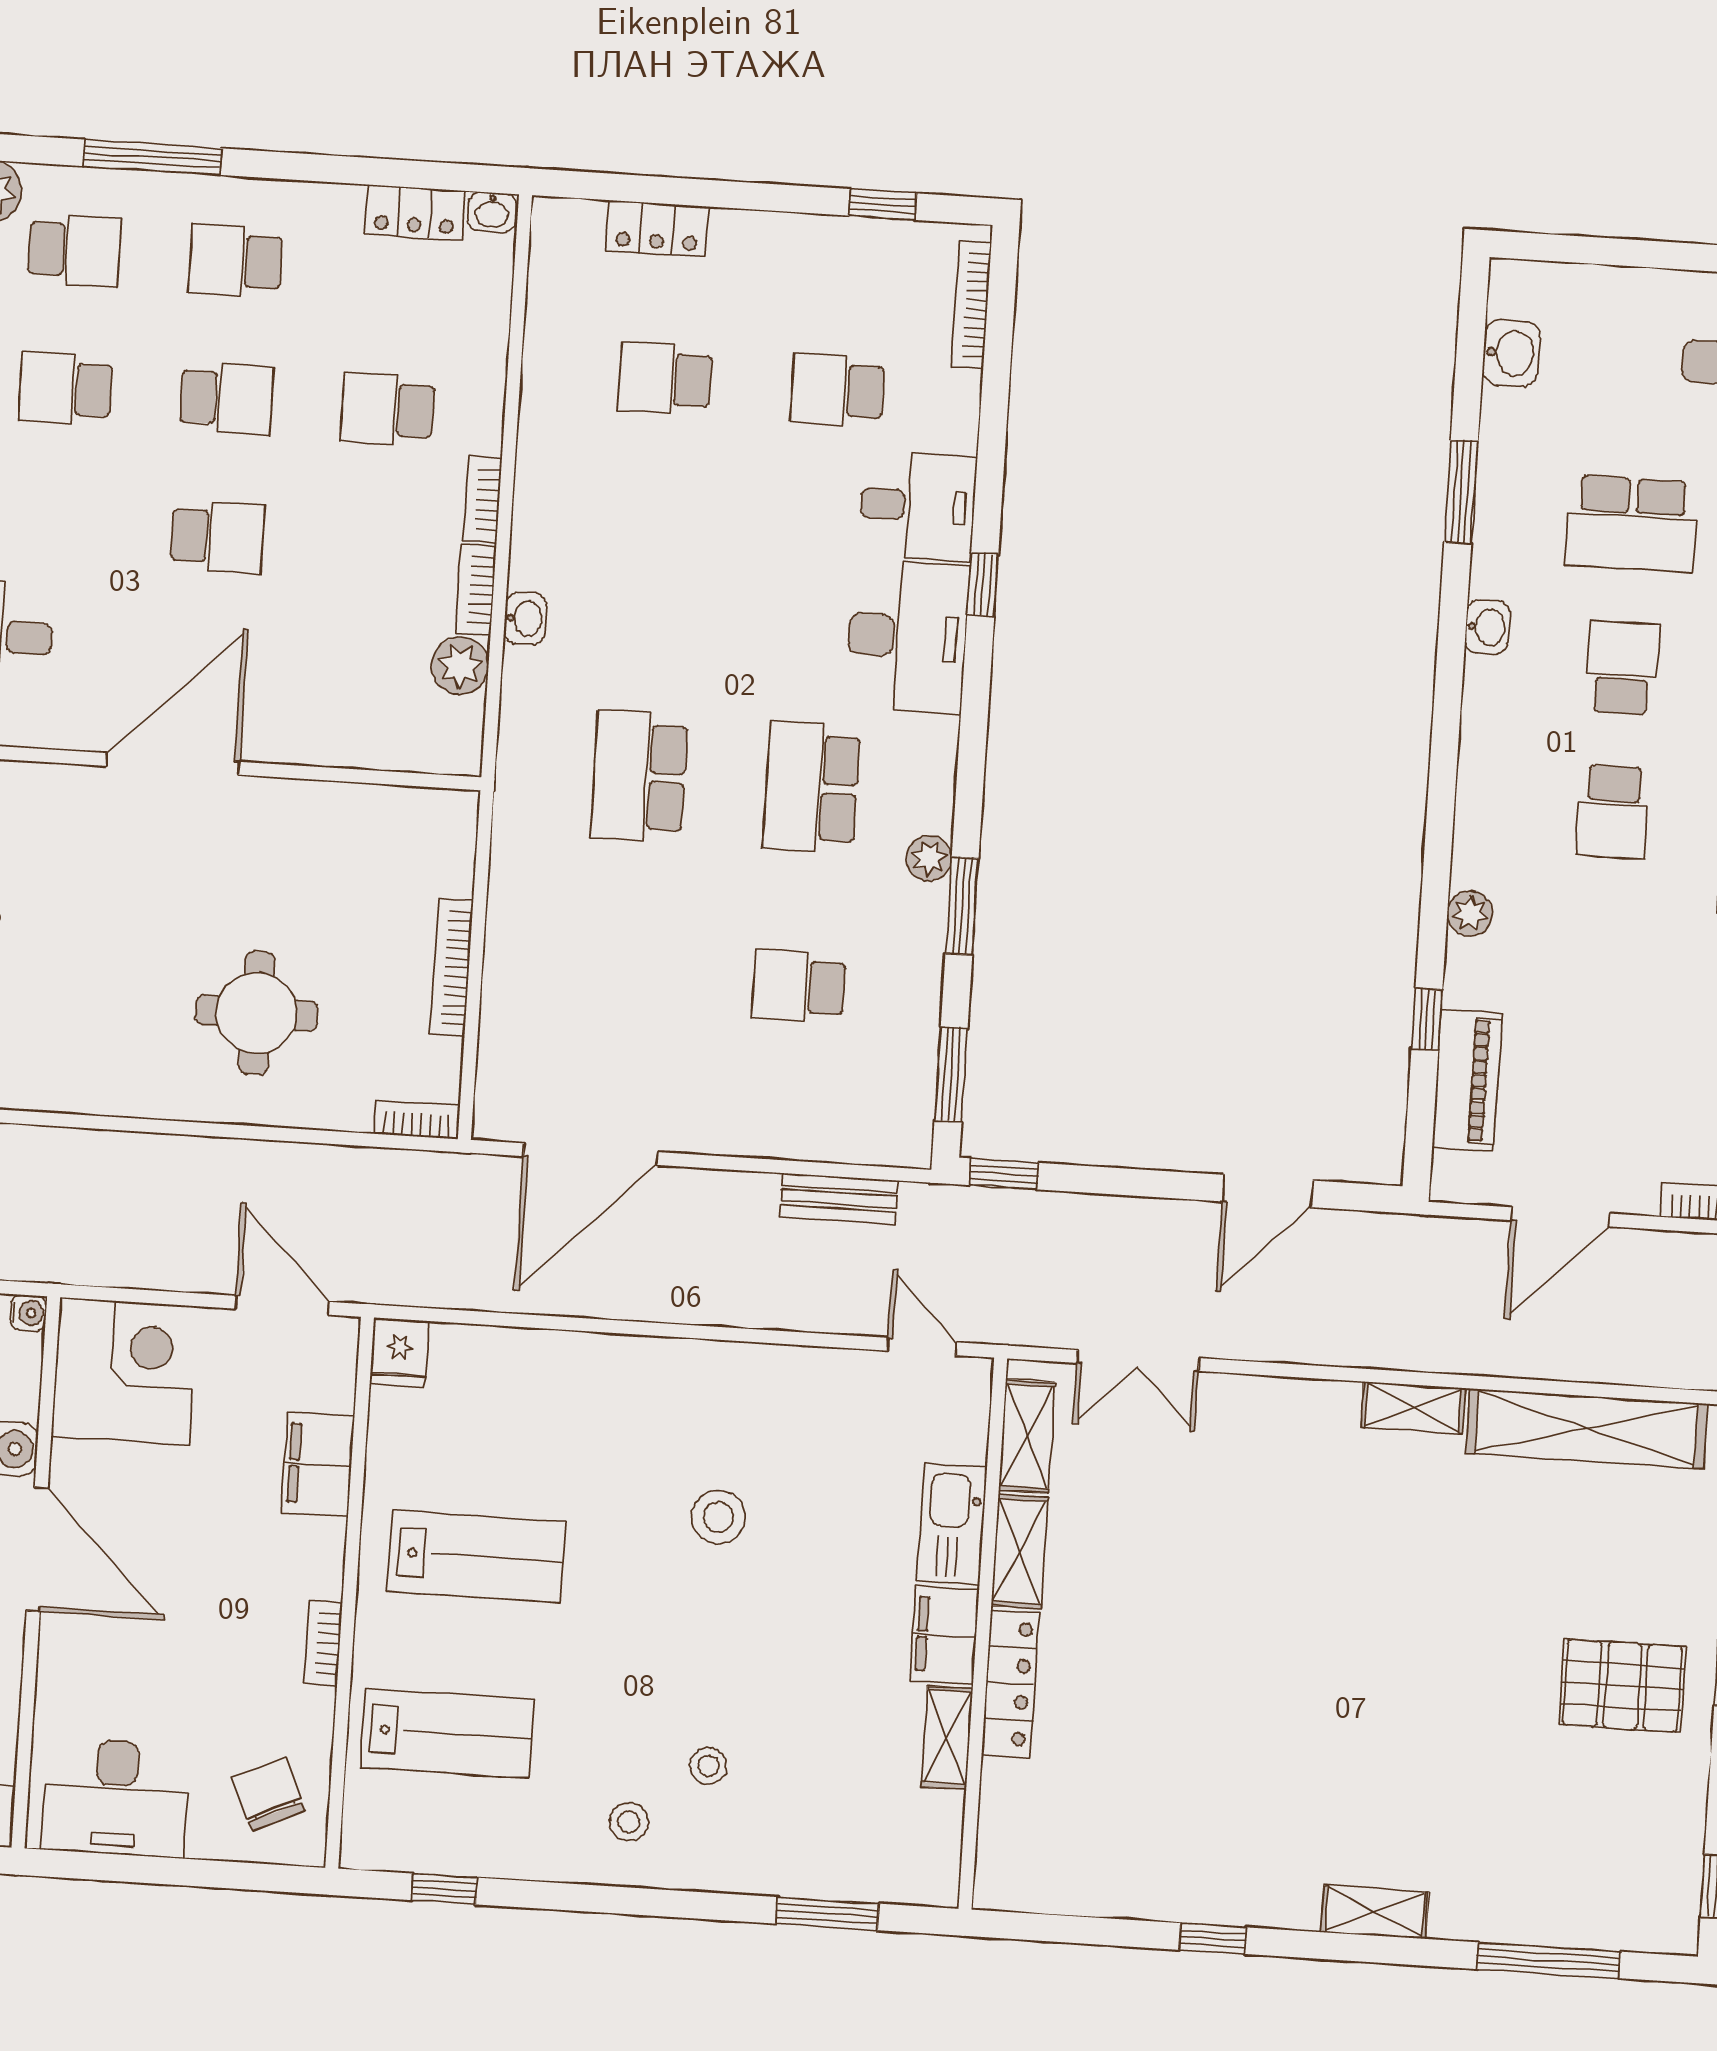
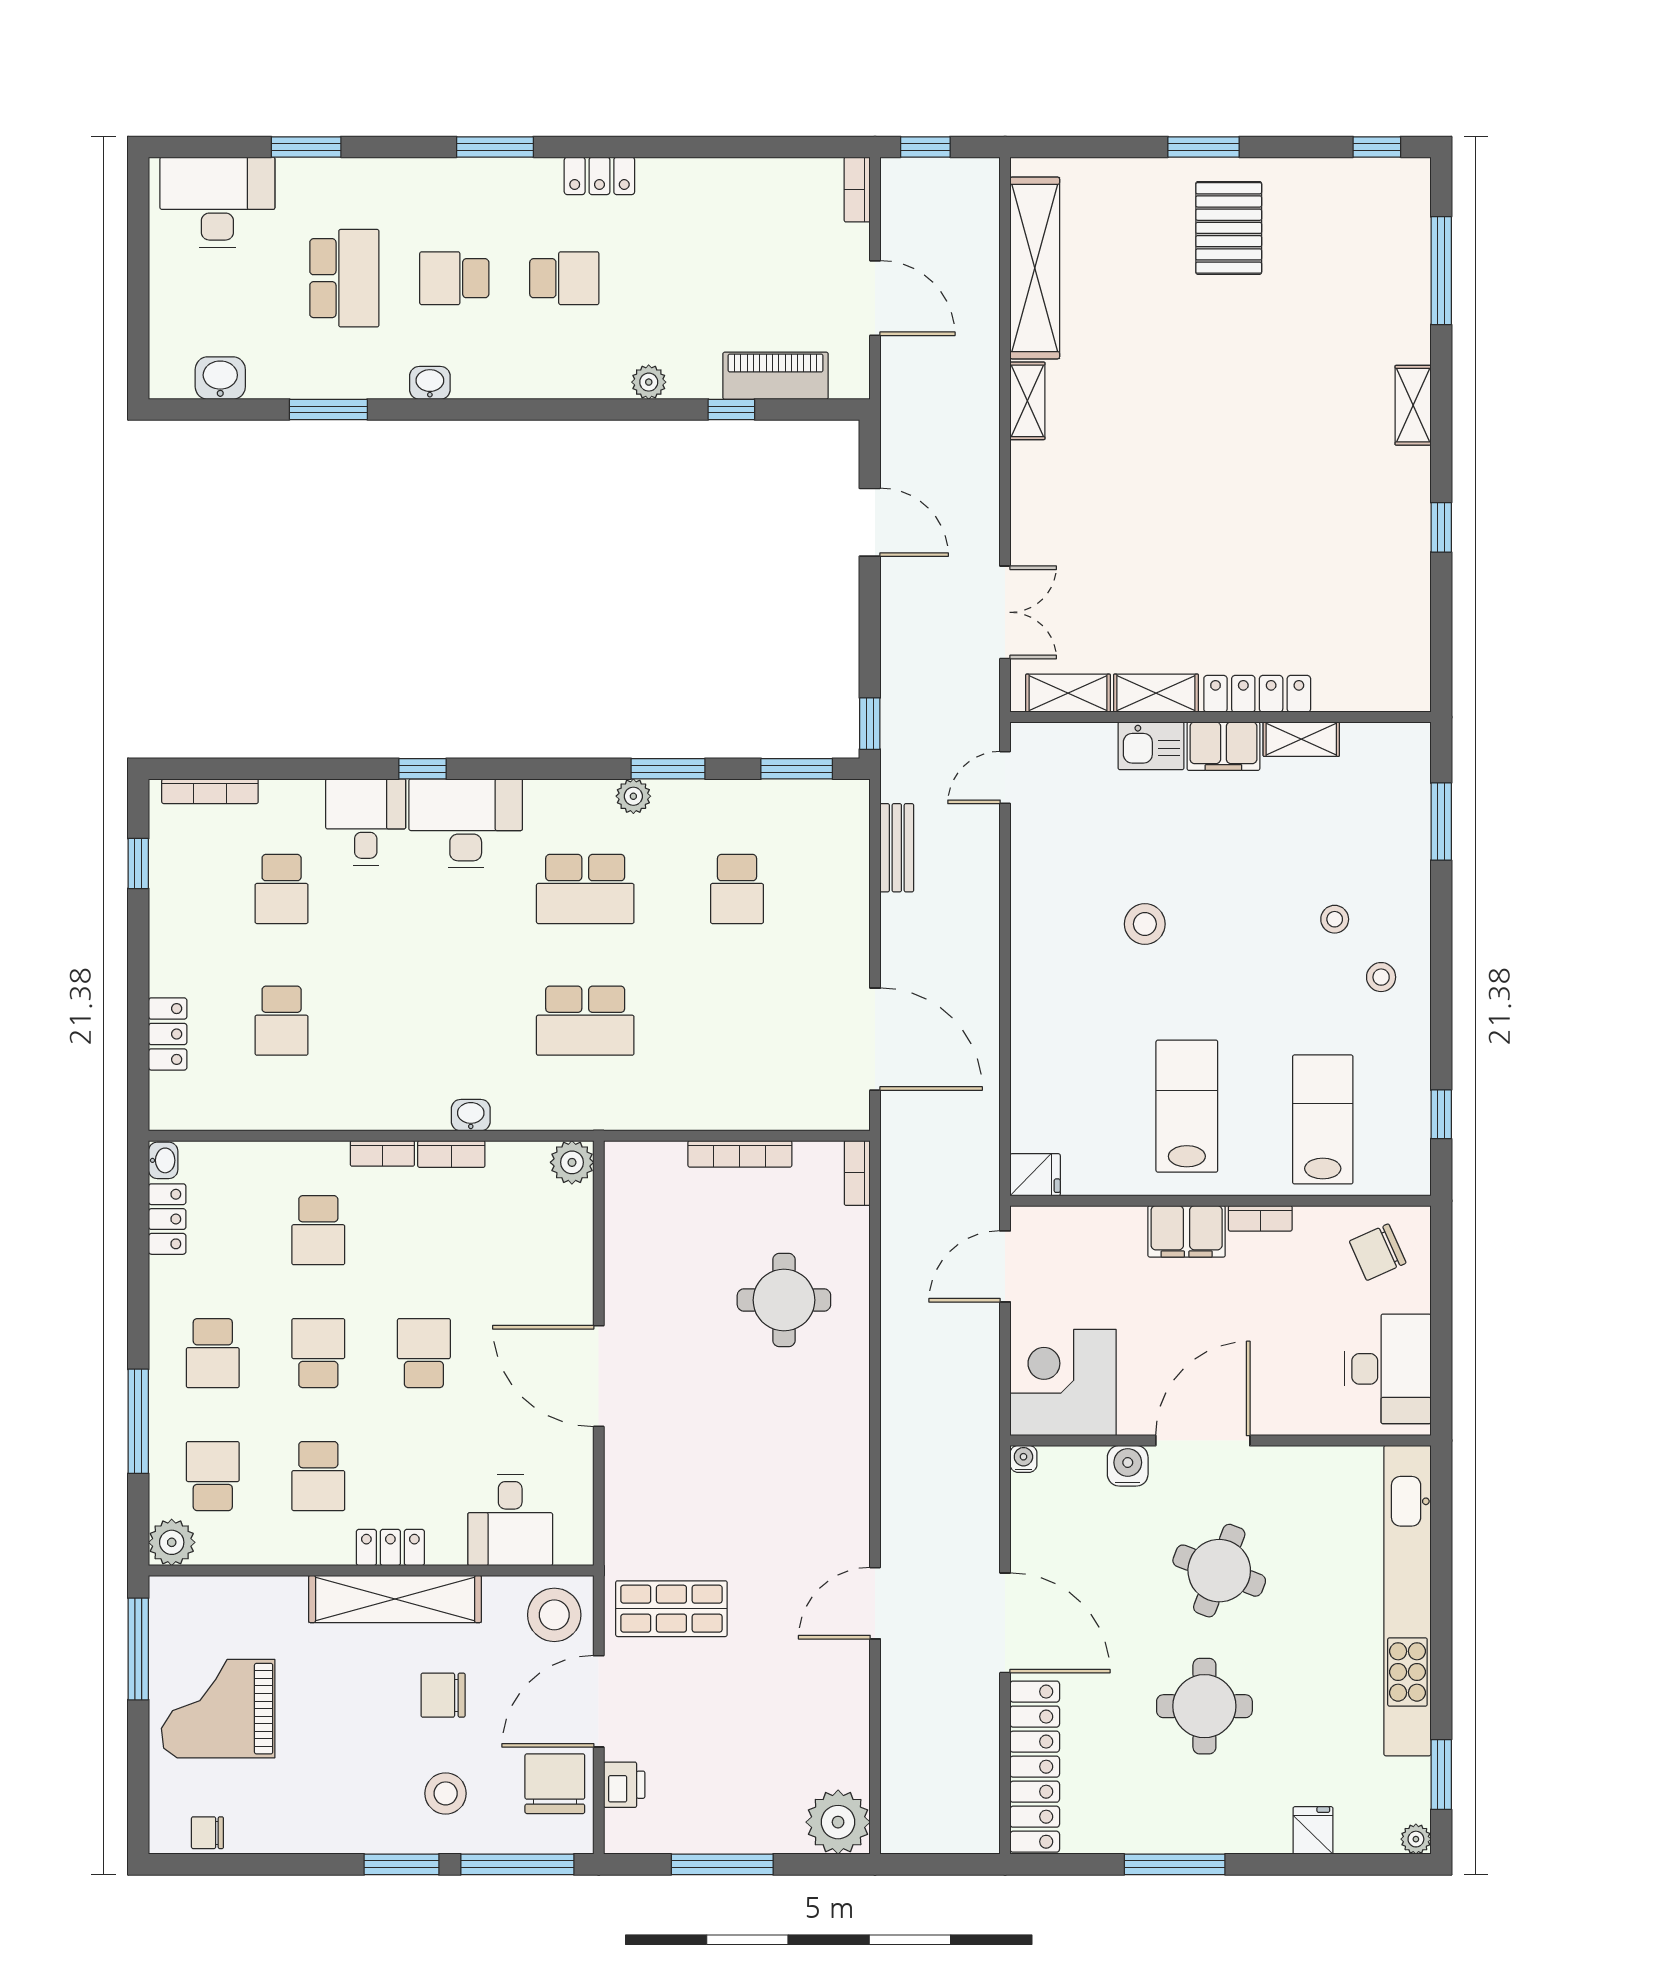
plant: (460, 666) -> (572, 1162), moved
filing cabinet: (318, 1464) -> (1187, 1231), moved
kitchen sink: (952, 1524) -> (1151, 746), width x0.73

